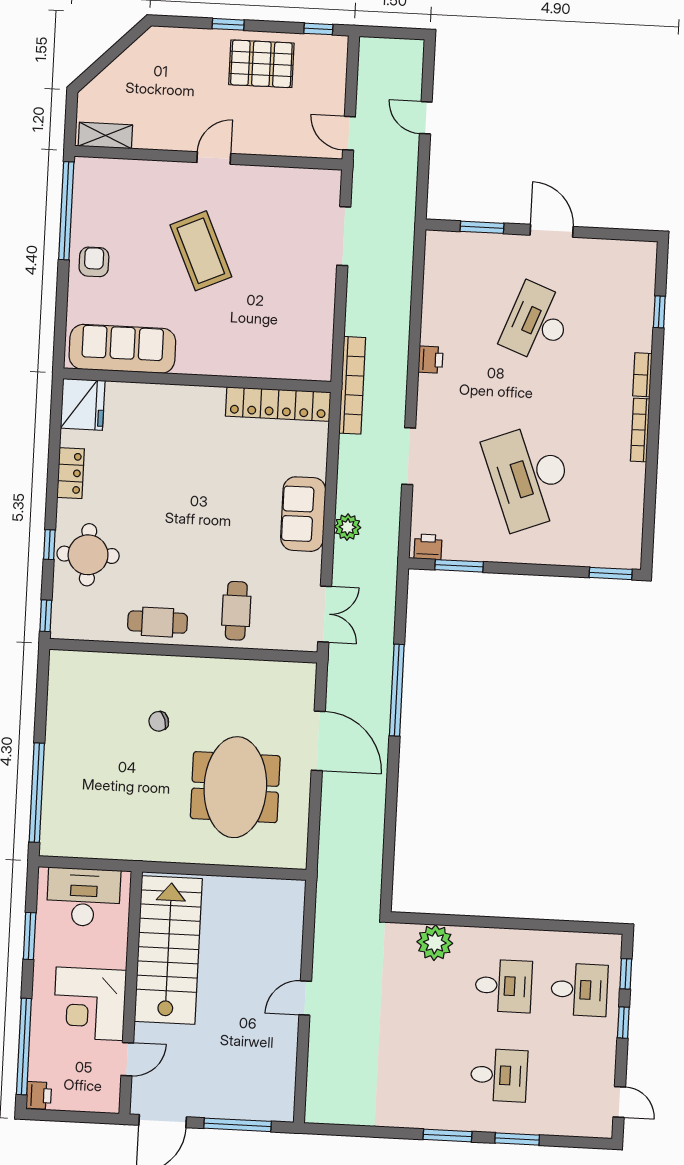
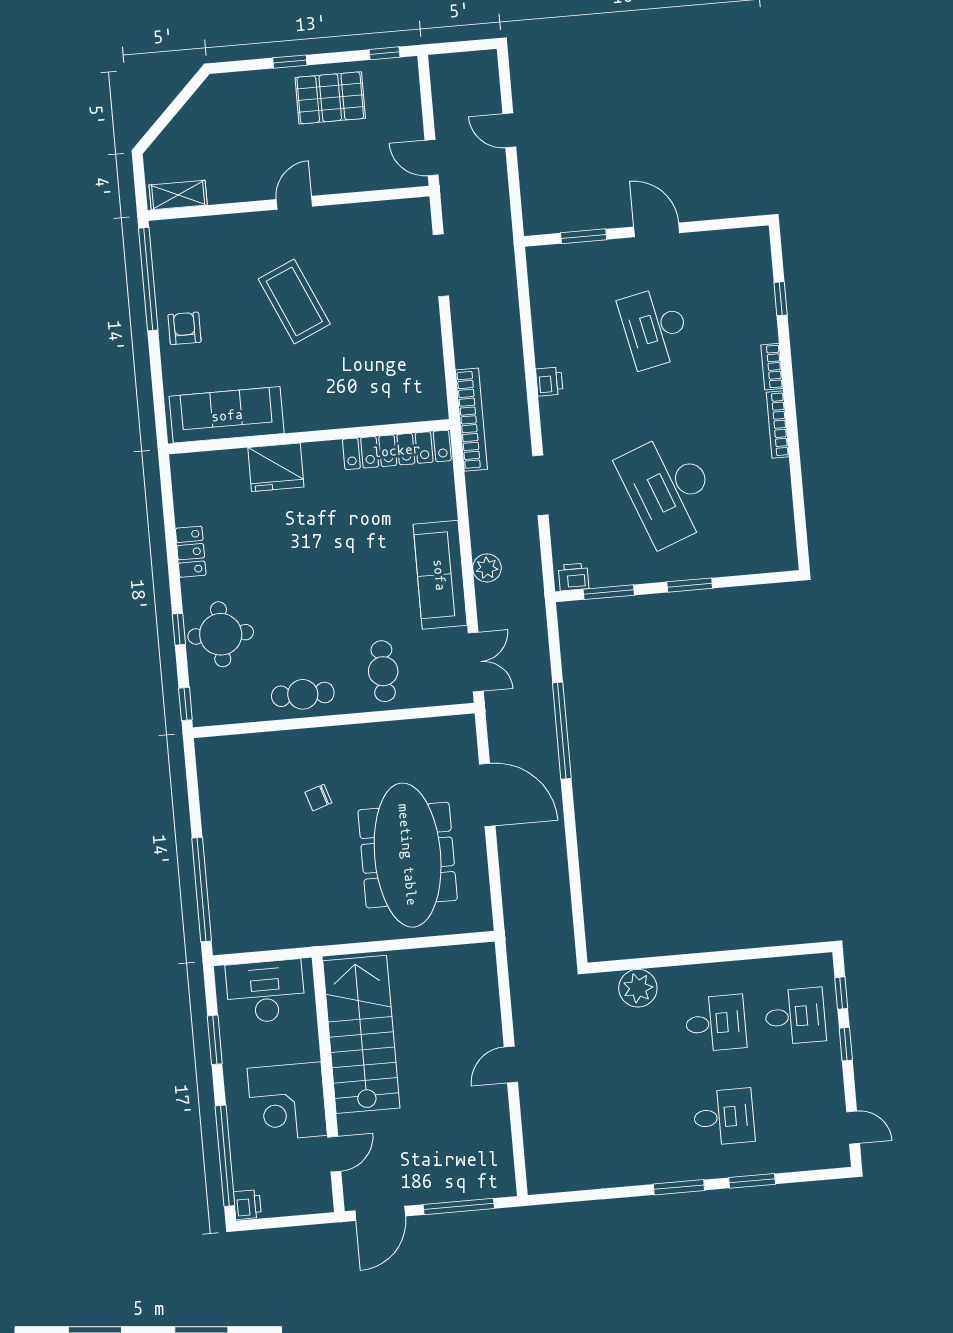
desk: (537, 323) -> (655, 328), turned -33
fridge: (83, 404) -> (276, 467), moved, turned 90
sofa: (303, 514) -> (440, 575), width x1.36
window: (611, 573) -> (690, 585), moved
meeting table: (235, 787) -> (408, 855), width x1.36

